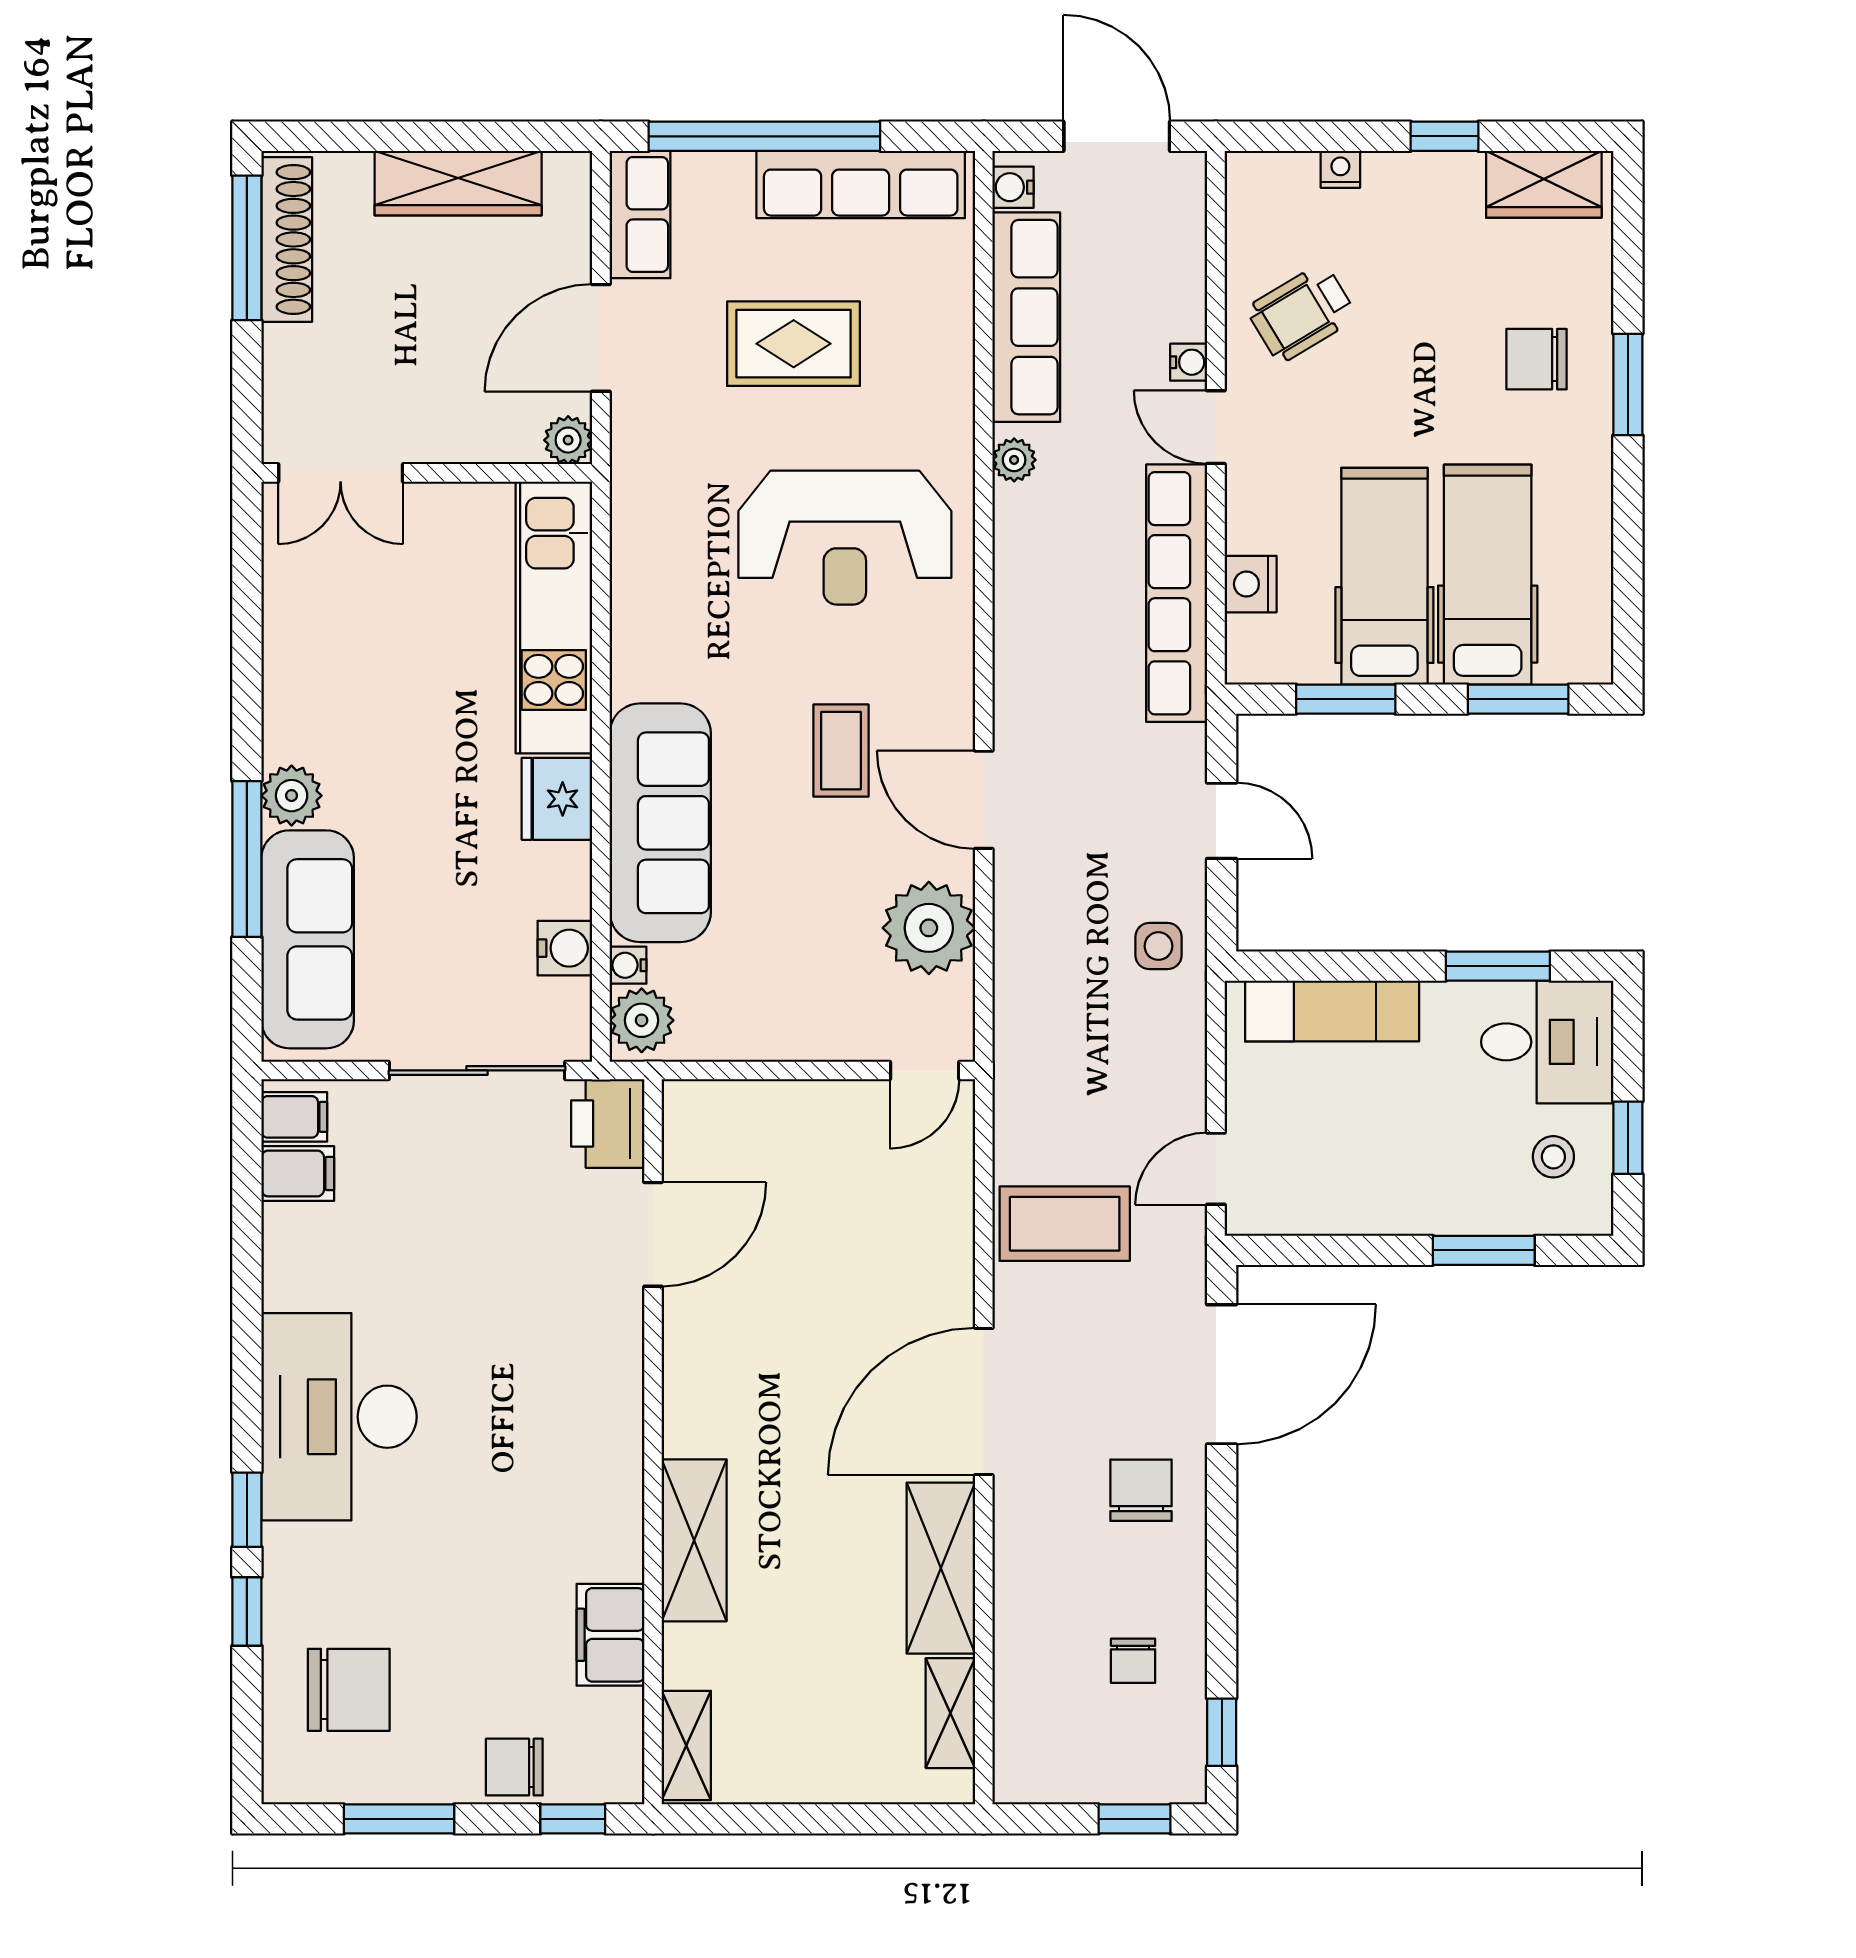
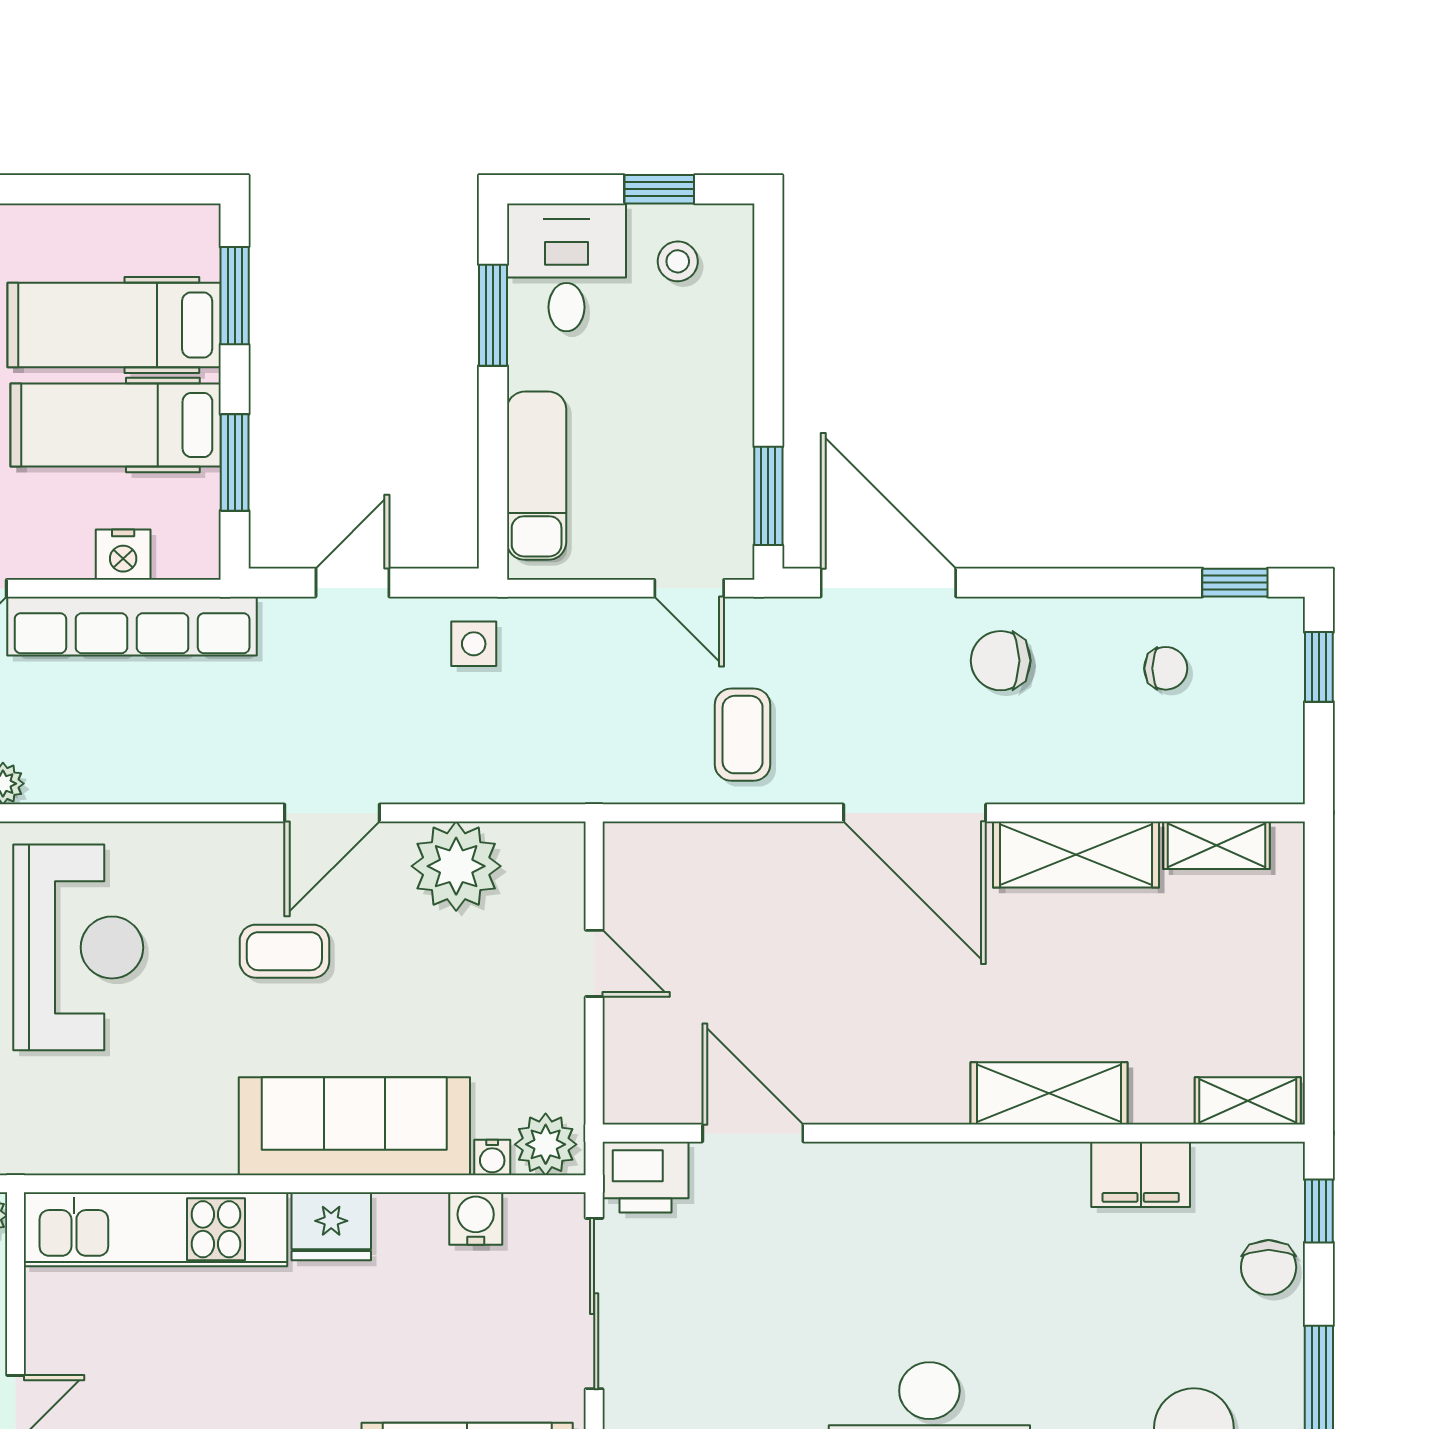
door: (925, 1070) -> (594, 963), moved
coffee table: (1065, 1224) -> (743, 735), width x0.73, depth x0.77
window: (1484, 1250) -> (768, 496), moved

